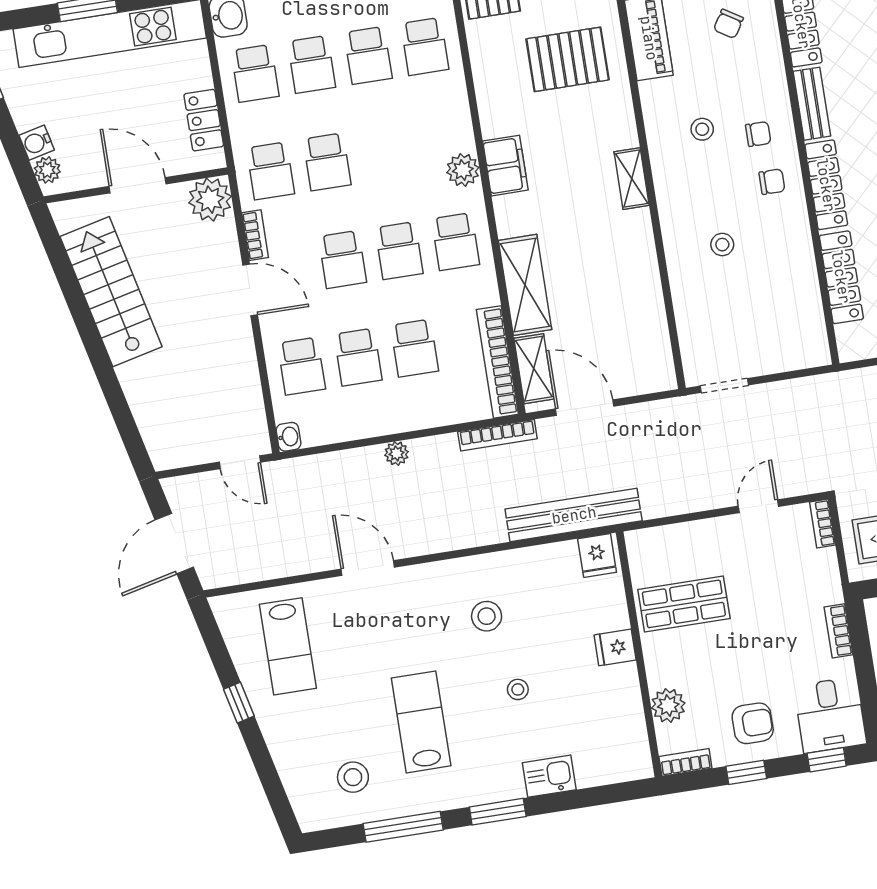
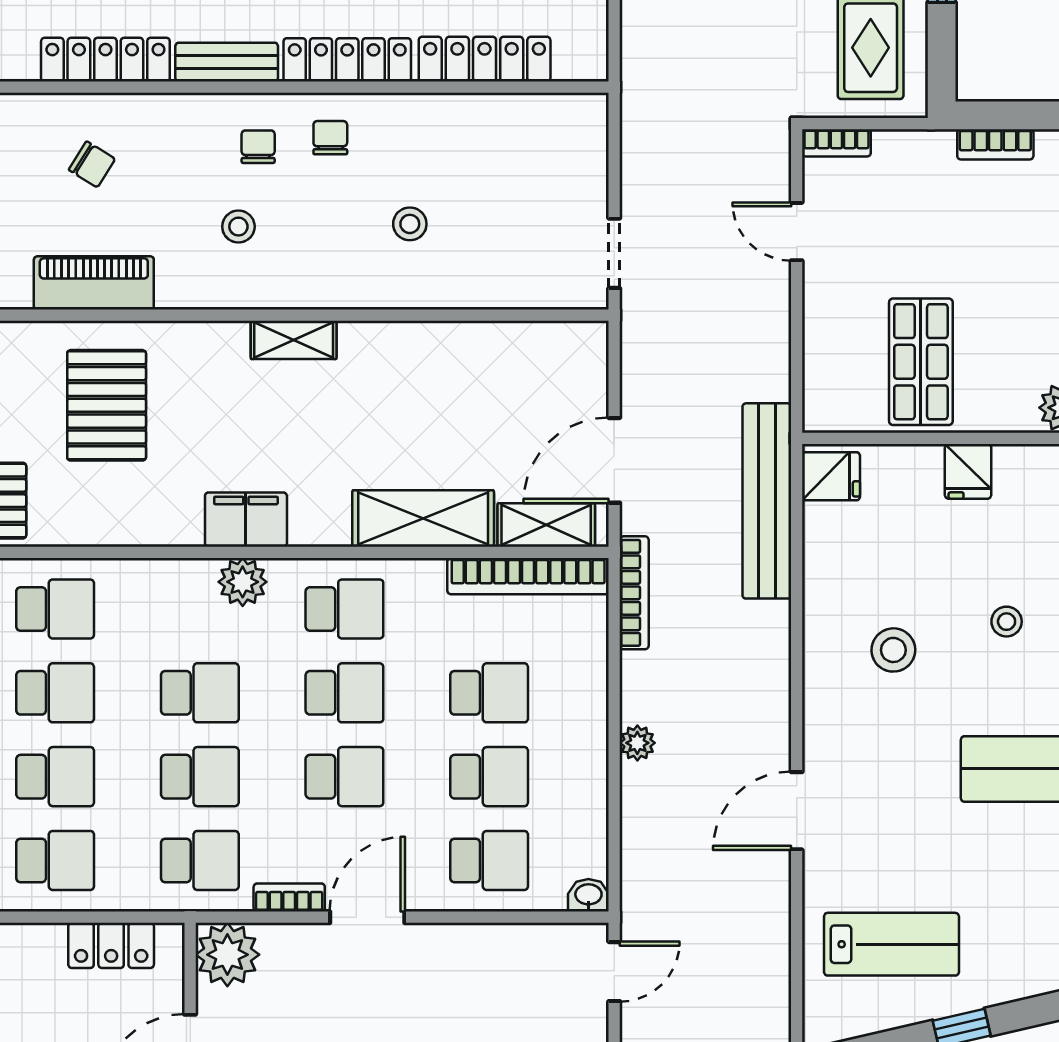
school desk: (384, 153) -> (200, 693), added

